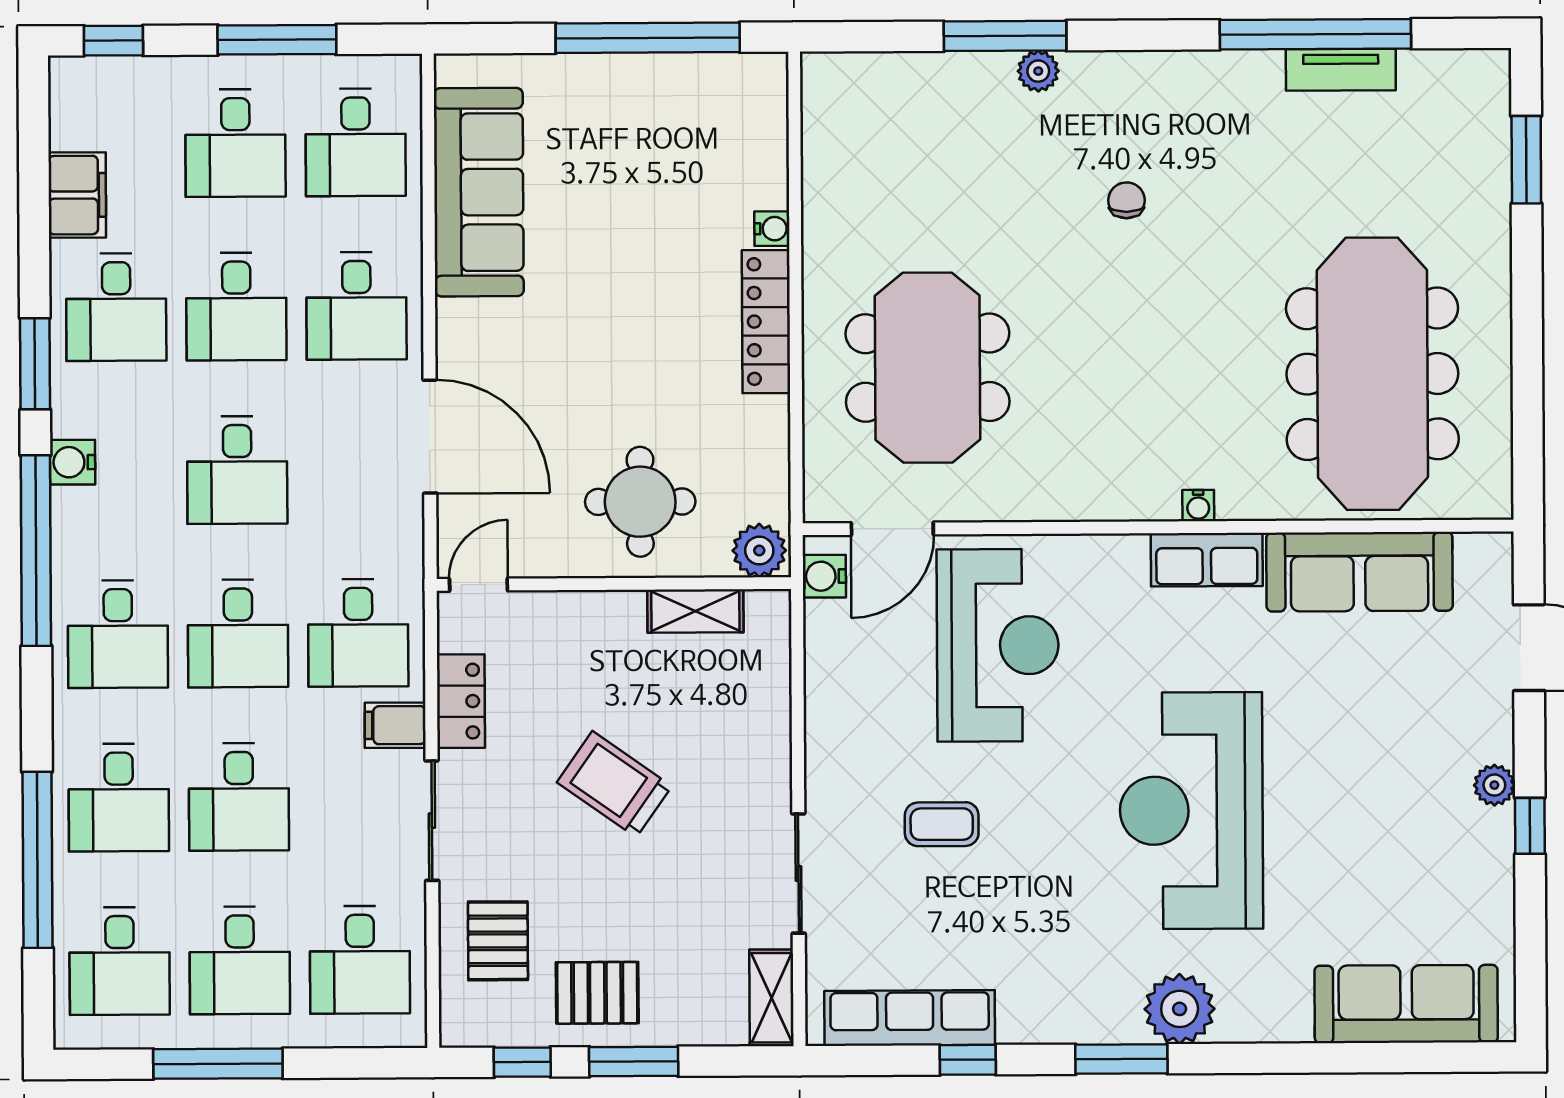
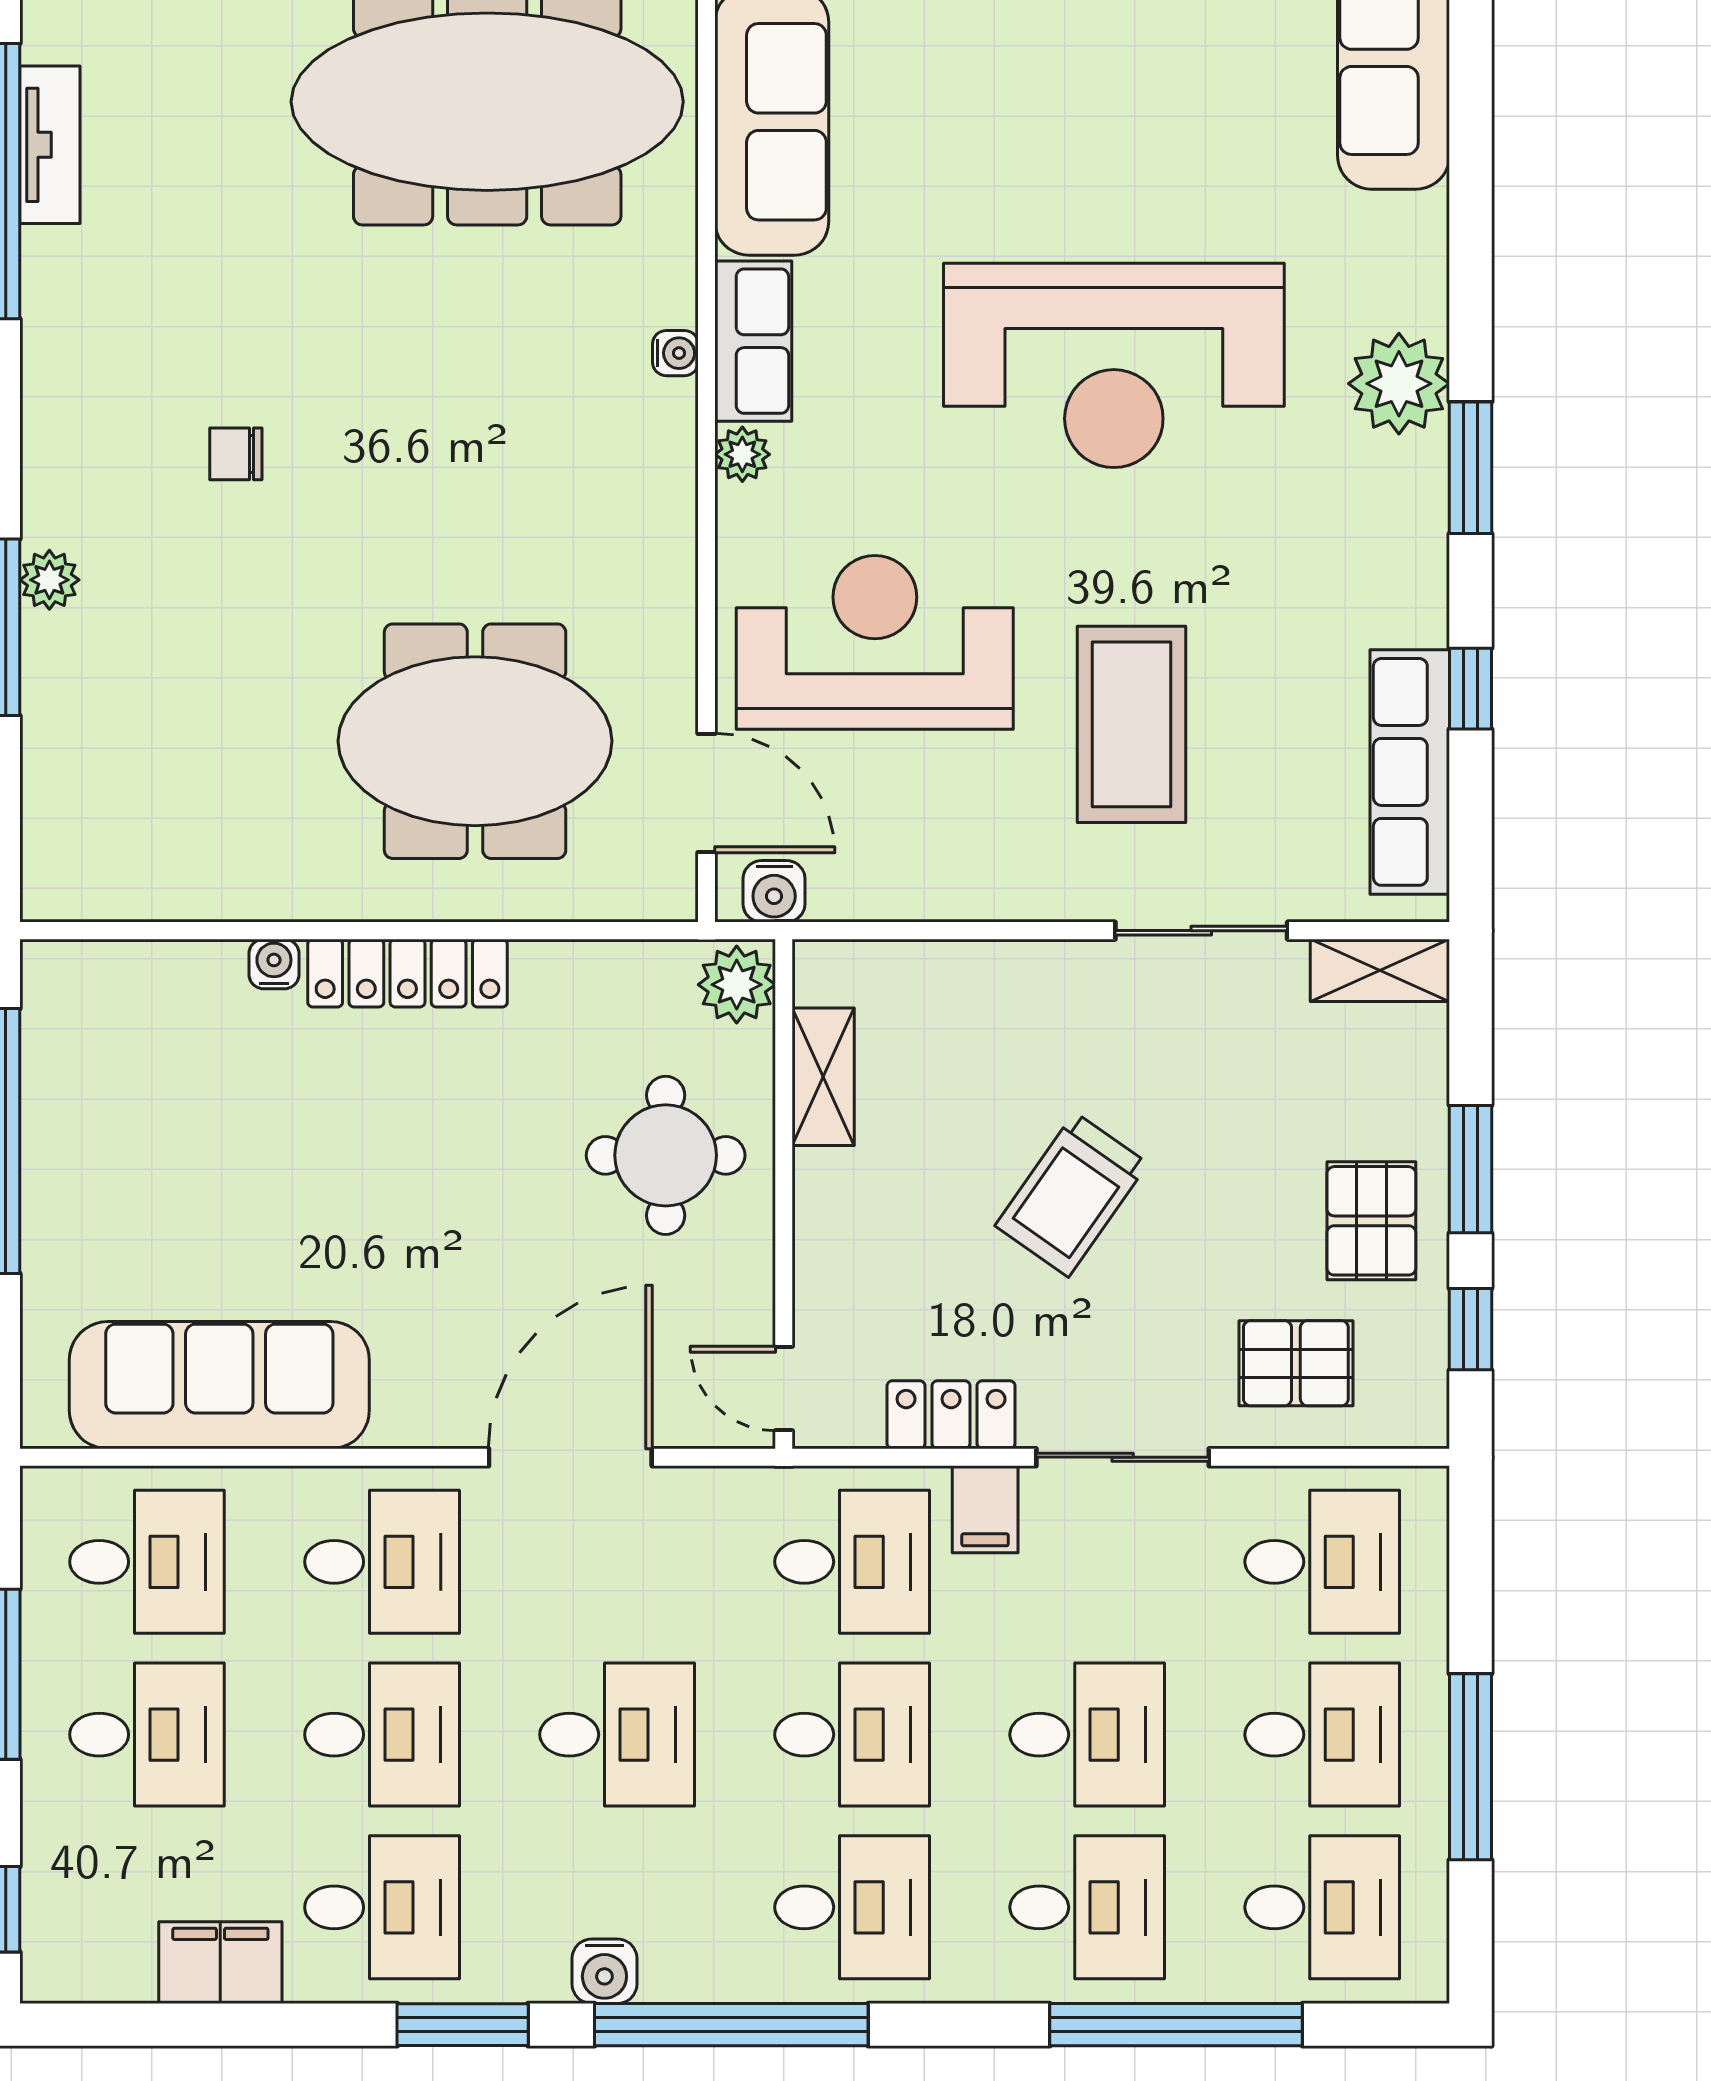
plant: (1128, 552) -> (742, 454), added
coffee table: (942, 824) -> (1132, 724), width x1.86, depth x1.72

